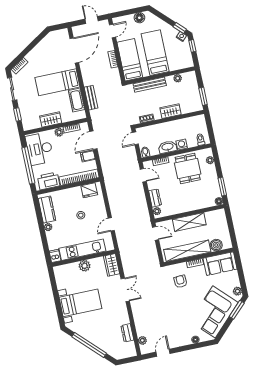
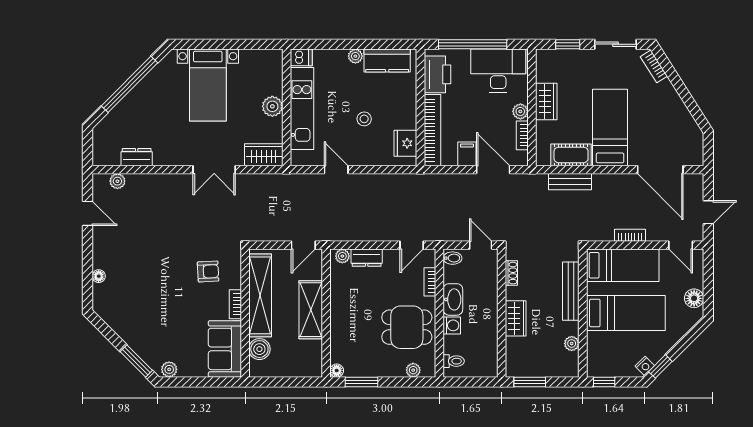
window: (192, 46) -> (604, 382), moved
corner sofa: (214, 312) -> (141, 320), removed

